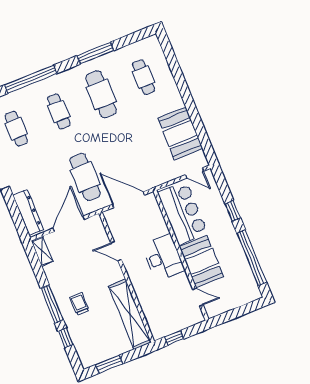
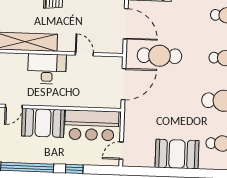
booth: (180, 133) -> (177, 154), moved
door: (116, 251) -> (84, 54), hinge flipped
desk: (163, 258) -> (47, 69), moved, turned 180

